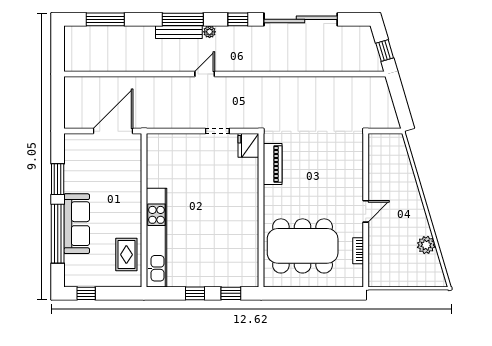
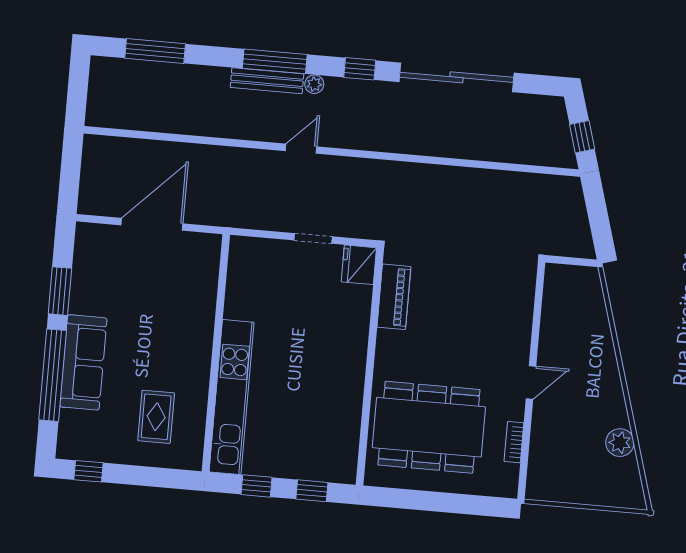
wall: (144, 210) -> (216, 353), moved
kitchen unit: (156, 238) -> (232, 397), moved

